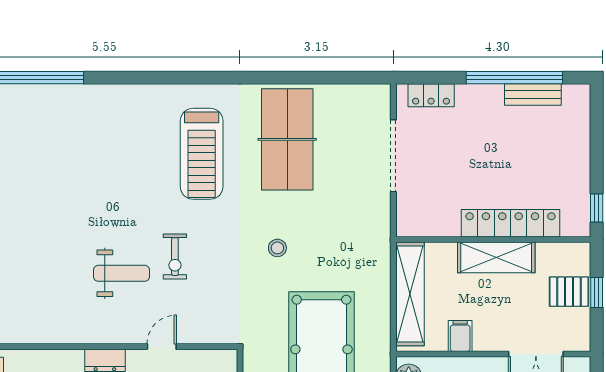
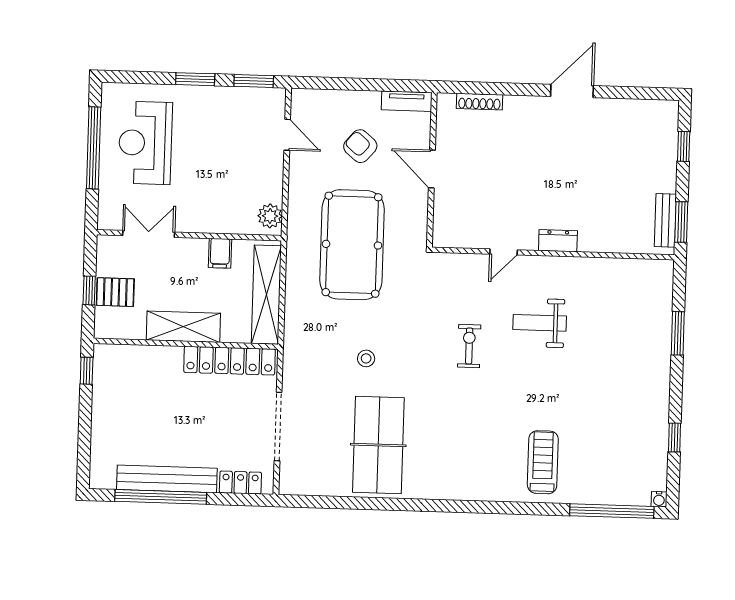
bench: (533, 95) -> (167, 479), width x1.86, depth x1.21
treadmill: (202, 154) -> (543, 462), moved, width x0.73, depth x0.73
locker: (510, 223) -> (230, 361), moved
stool: (277, 248) -> (366, 358), moved
exercise bike: (175, 257) -> (469, 346), moved

